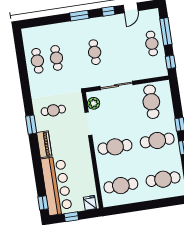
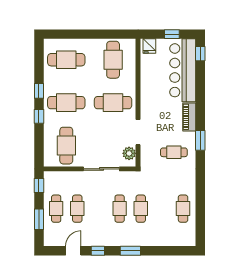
window: (166, 32) -> (39, 219), width x0.69
cafe table: (133, 46) -> (77, 209), added
cafe table: (56, 58) -> (141, 209), moved
cafe table: (121, 186) -> (113, 60), turned 90

